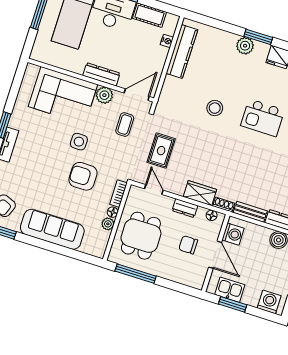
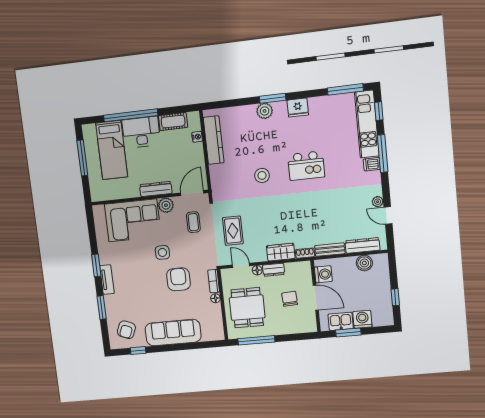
armchair: (83, 176) -> (178, 279), turned 90
floor lamp: (212, 215) -> (257, 270), moved
plant: (108, 224) -> (216, 309), removed
chair: (188, 245) -> (290, 299), turned 87
washing machine: (269, 302) -> (362, 319), moved

